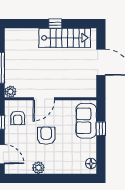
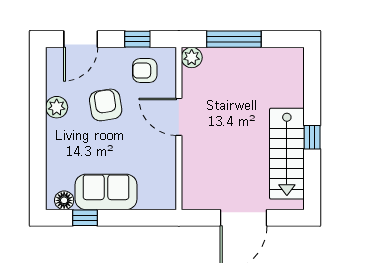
sofa: (86, 121) -> (106, 192), moved
window: (101, 129) -> (85, 218), moved
armchair: (46, 136) -> (106, 105), moved, turned -99

